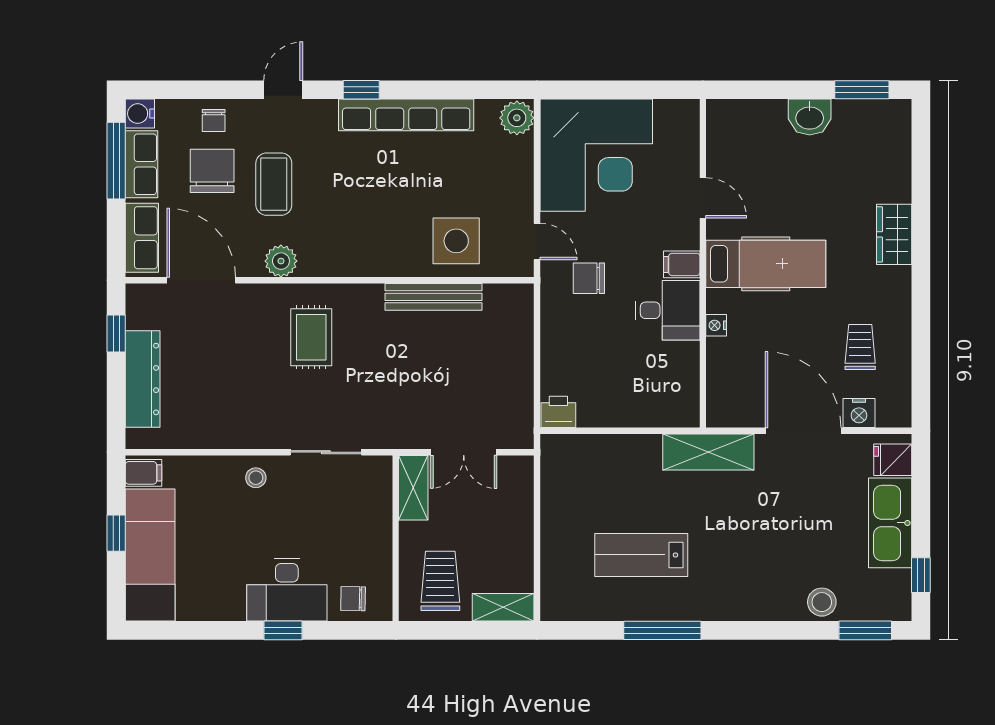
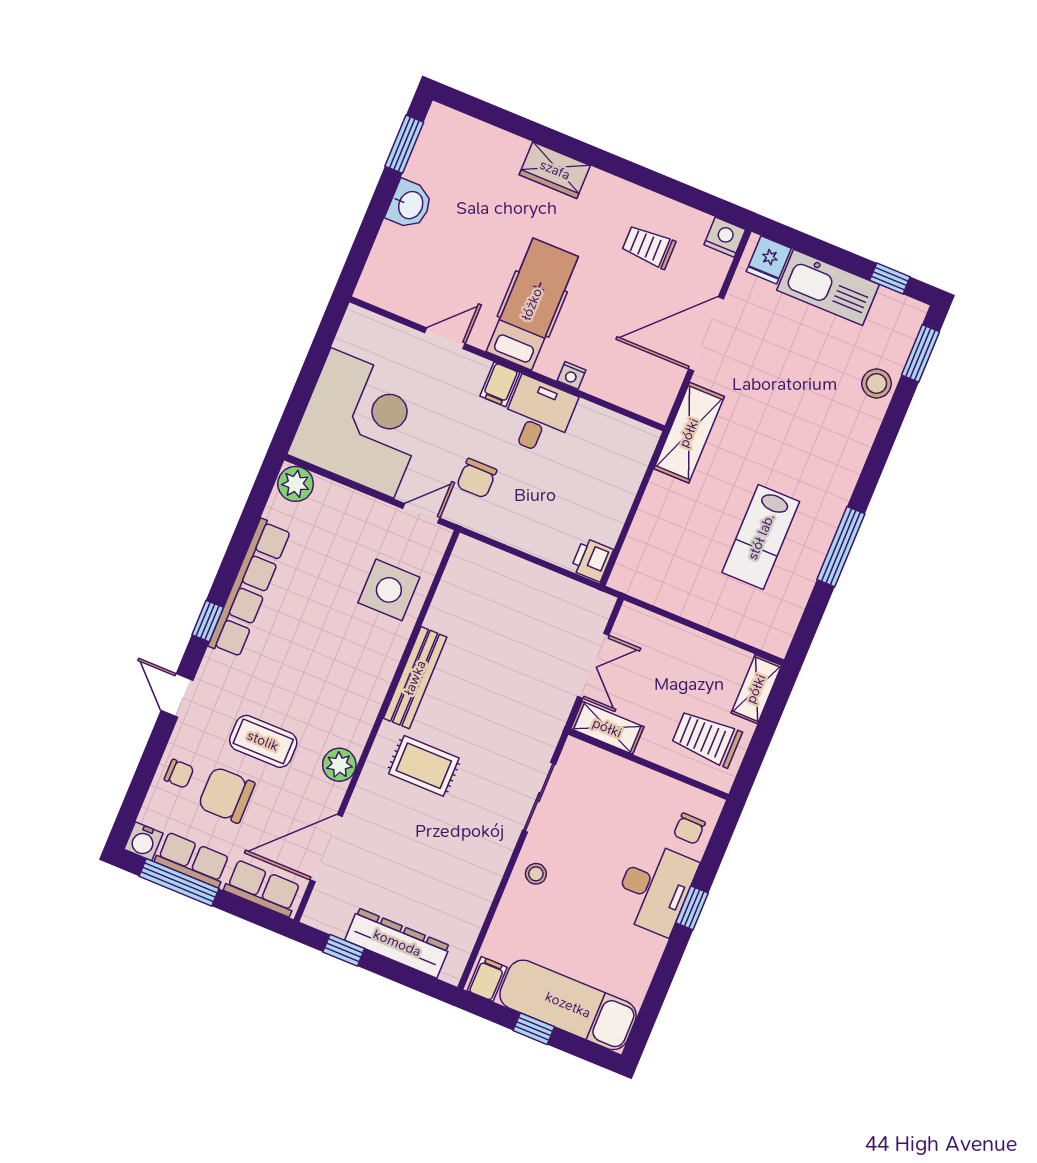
bench: (433, 297) -> (415, 678), moved
nightstand: (859, 413) -> (725, 237), moved, turned -90

